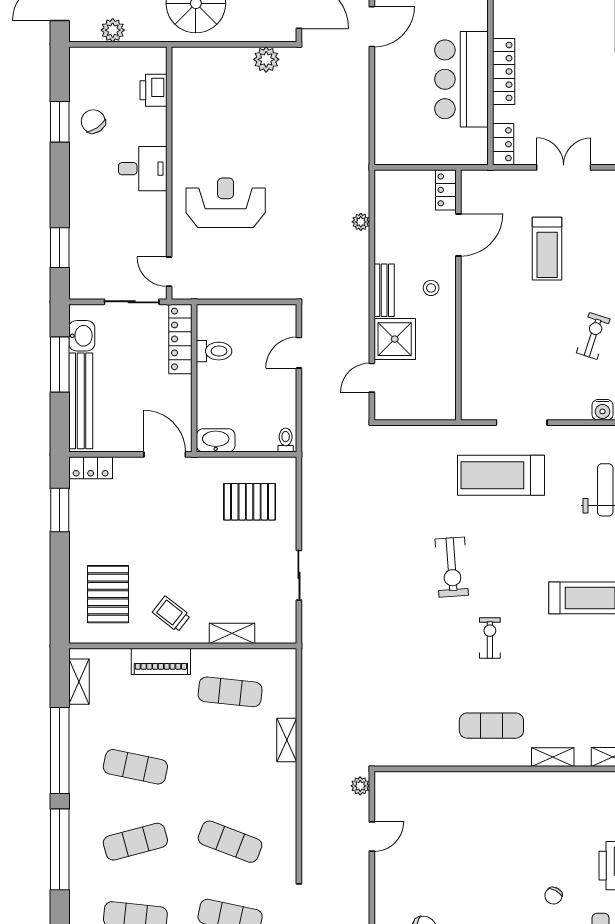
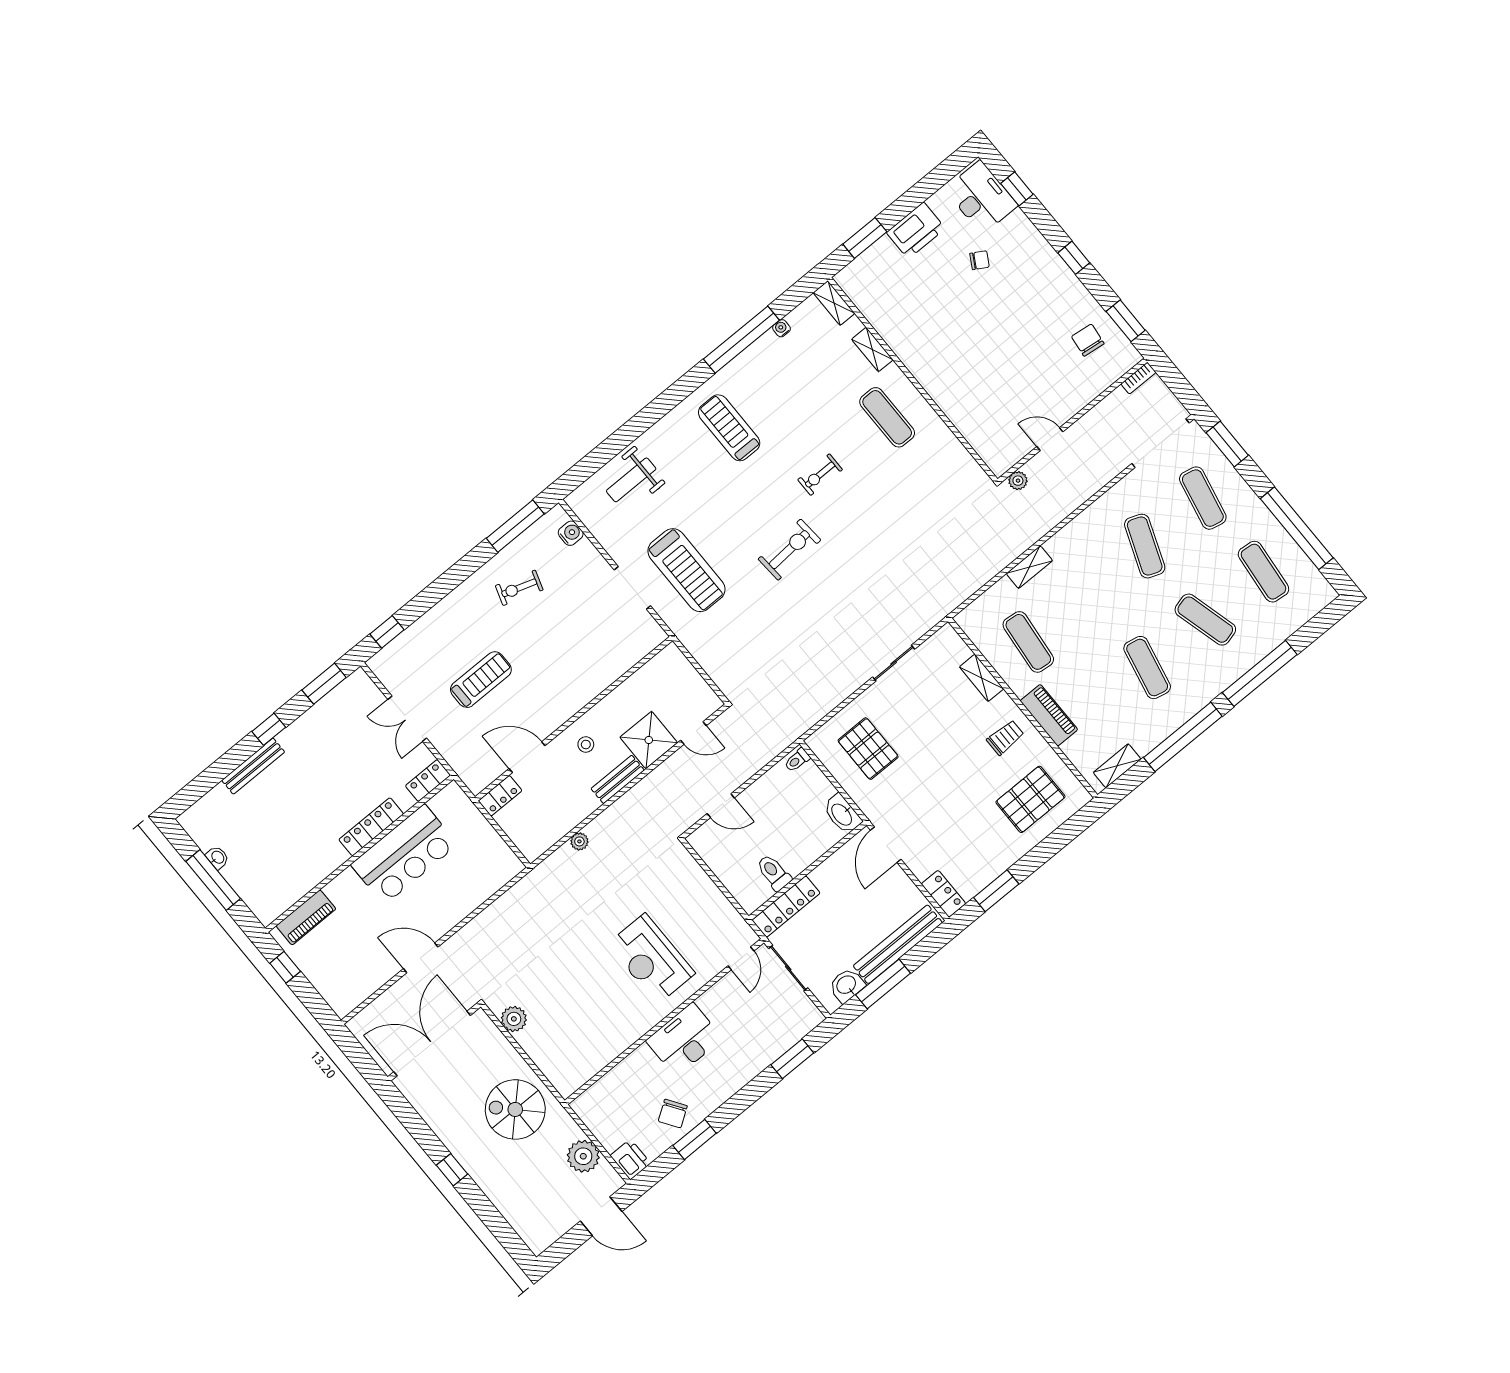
plant: (113, 30) -> (583, 1156), width x1.36, depth x1.36
printer: (153, 90) -> (630, 1159), moved, turned -90
desk: (143, 169) -> (684, 1040), width x1.37
trolley: (171, 614) -> (1005, 737), turned -128

